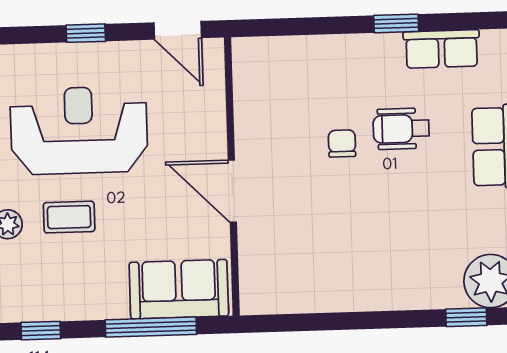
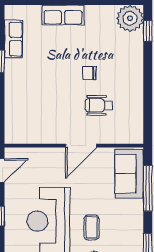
wheelchair: (401, 129) -> (99, 105), moved, turned 90
chair: (342, 144) -> (89, 73), moved

